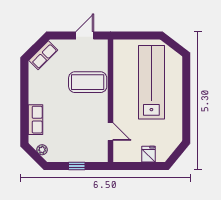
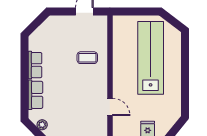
row of seats: (43, 55) -> (35, 65), moved, turned -45
coffee table: (88, 82) -> (87, 58), width x0.54, depth x0.58

